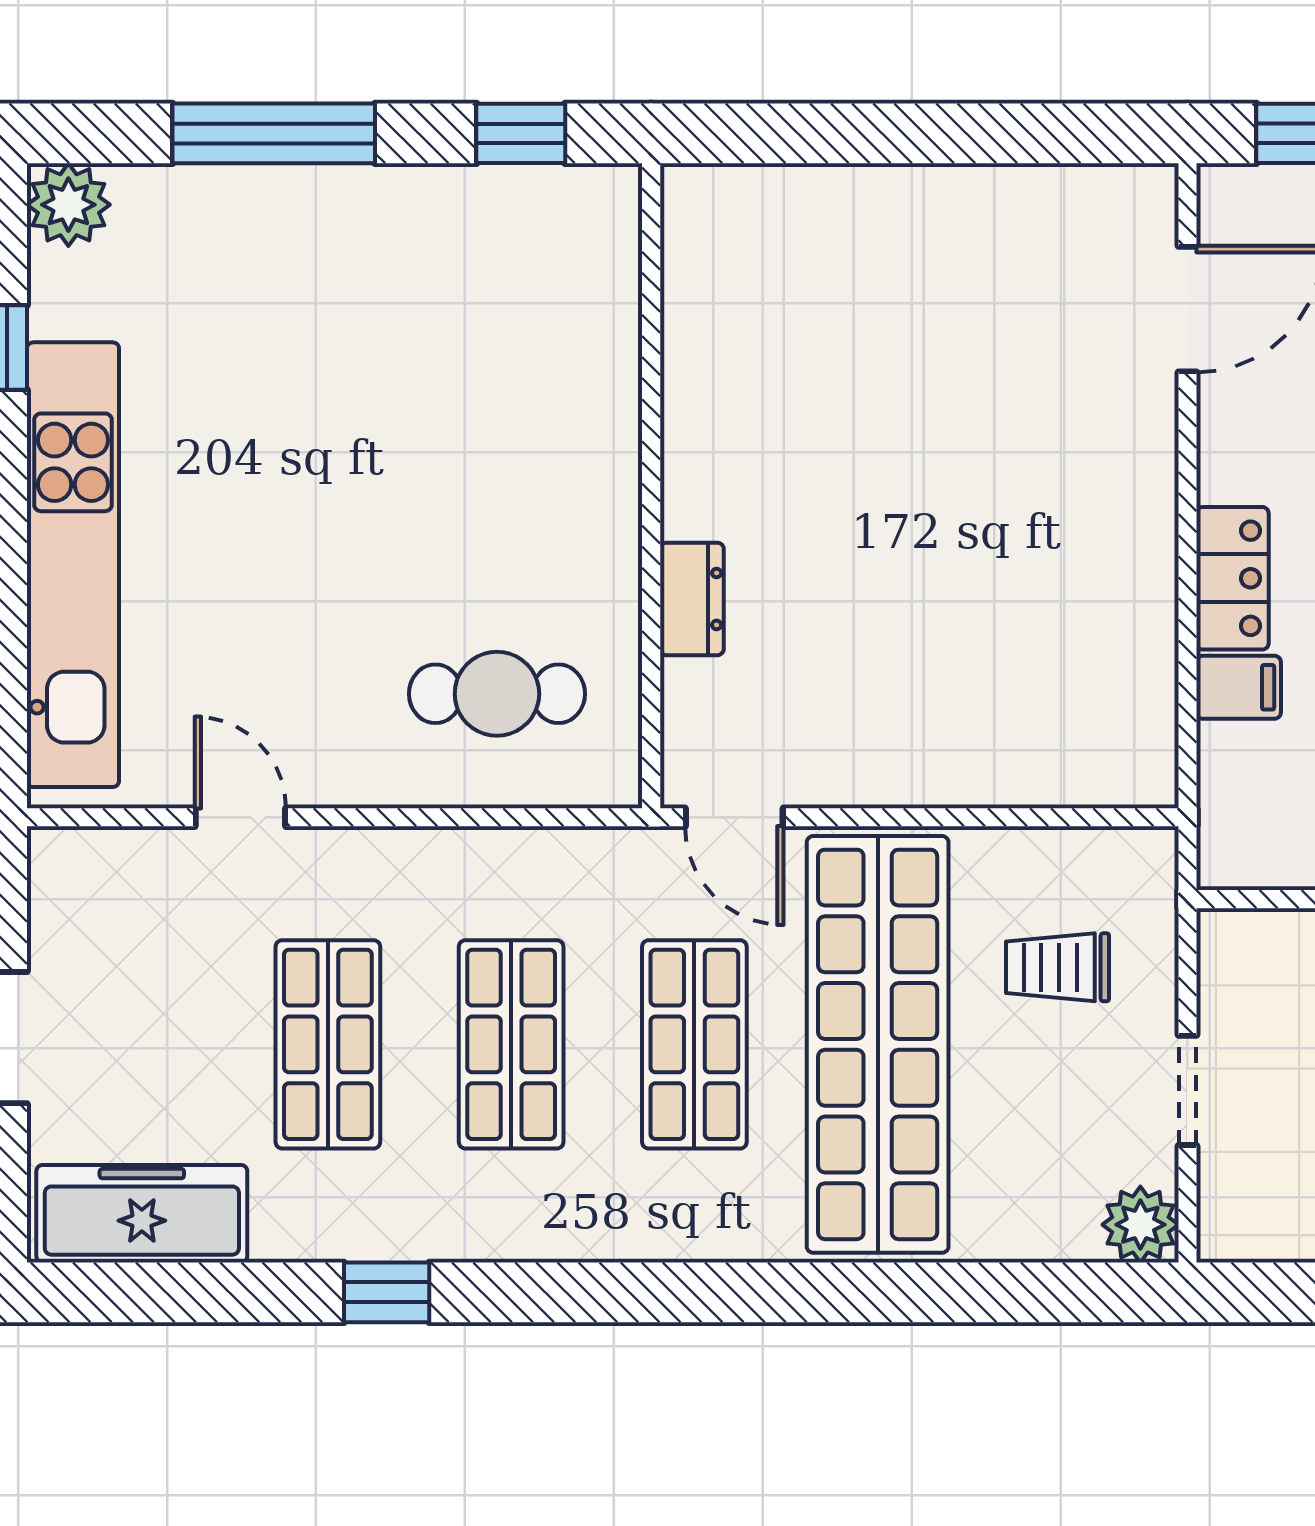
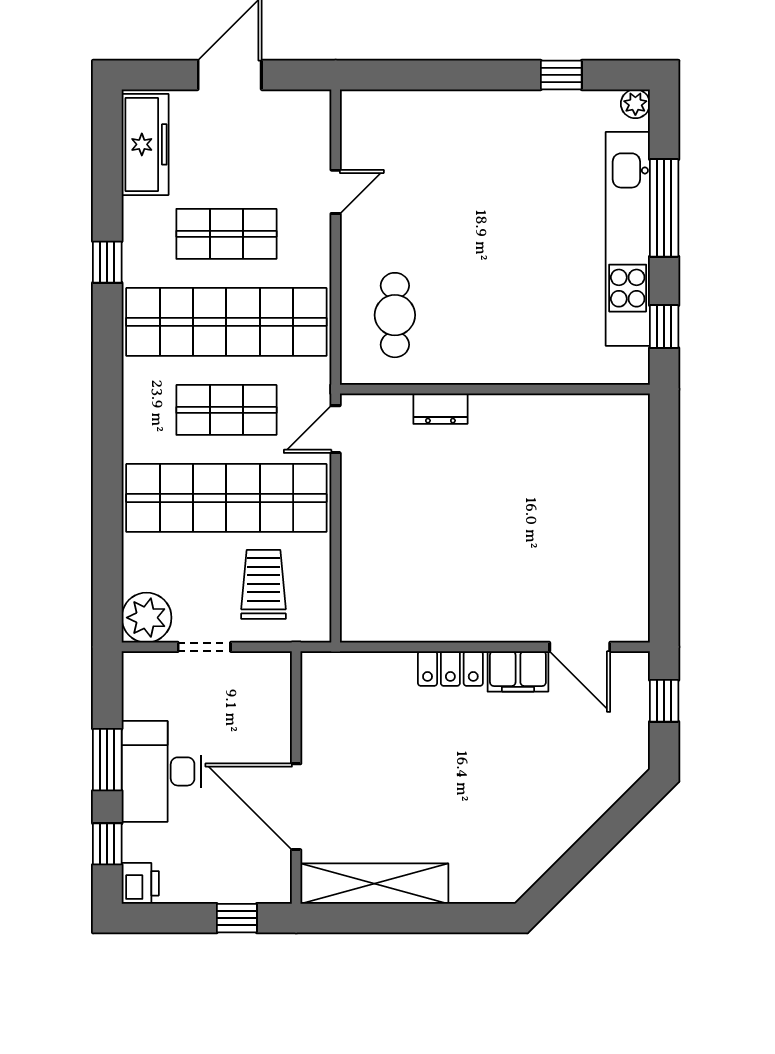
plant: (68, 205) -> (635, 104), width x0.73, depth x0.73
kitchen unit: (73, 565) -> (628, 239), moved, turned 90
filing cabinet: (1239, 687) -> (518, 671), moved, width x2.00
trolley: (1058, 967) -> (263, 584), width x1.36, depth x1.39
shop shelf: (511, 1044) -> (226, 322), width x2.00, depth x1.36
plant: (1140, 1225) -> (147, 618), width x1.36, depth x1.36

